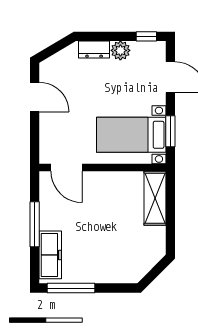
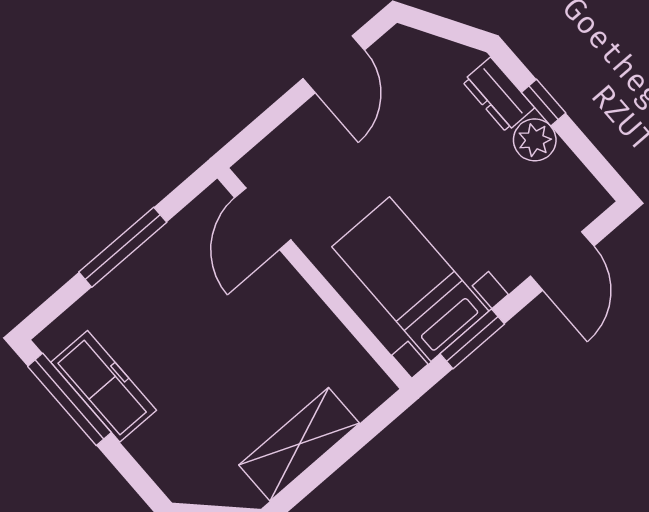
window: (146, 36) -> (544, 103), moved
shelving: (155, 198) -> (299, 444), moved
freezer: (50, 255) -> (104, 386), moved, turned -90

